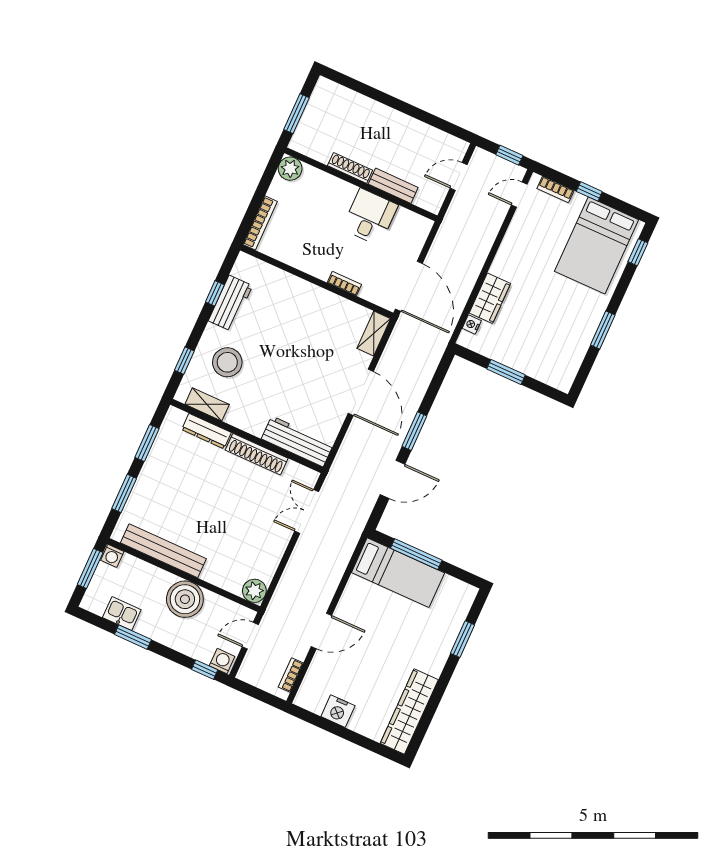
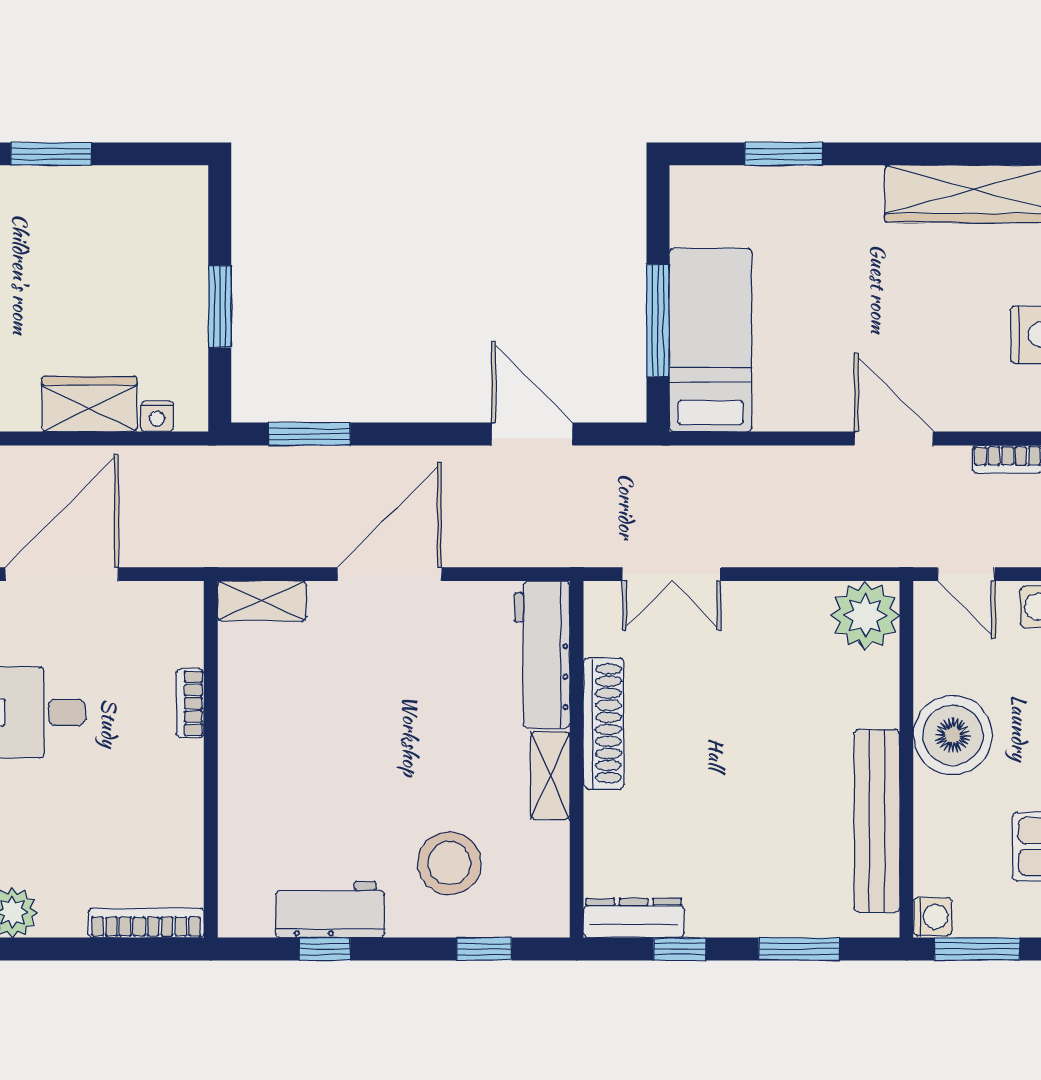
door: (409, 286) -> (62, 574), moved
shelving: (207, 404) -> (550, 776), moved
dresser: (206, 431) -> (634, 918), moved, turned -90
window: (414, 431) -> (309, 434), moved
window: (147, 443) -> (680, 949), width x0.67
plant: (254, 591) -> (865, 615), width x1.36, depth x1.36

